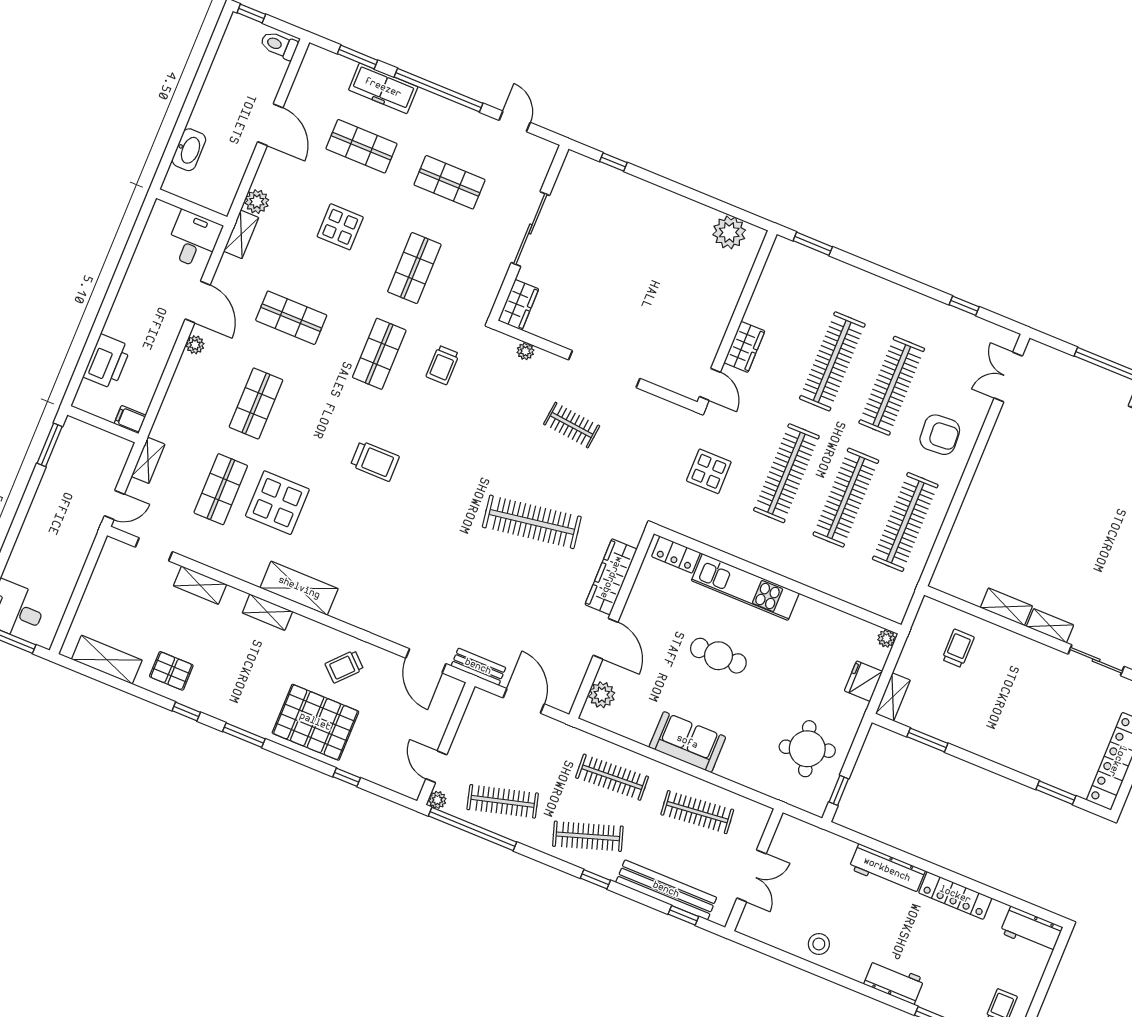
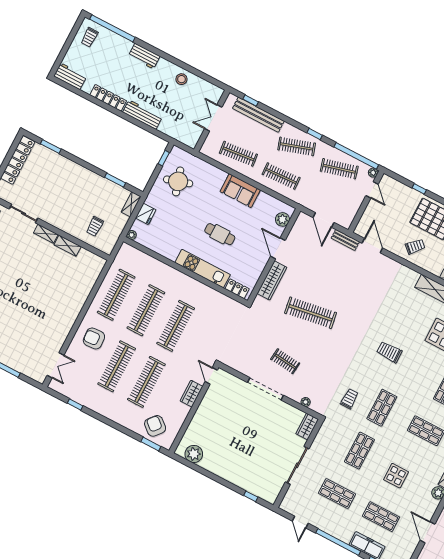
armchair: (808, 279) -> (155, 426), added
display table: (709, 471) -> (216, 331), removed
window: (595, 879) -> (315, 134), moved

